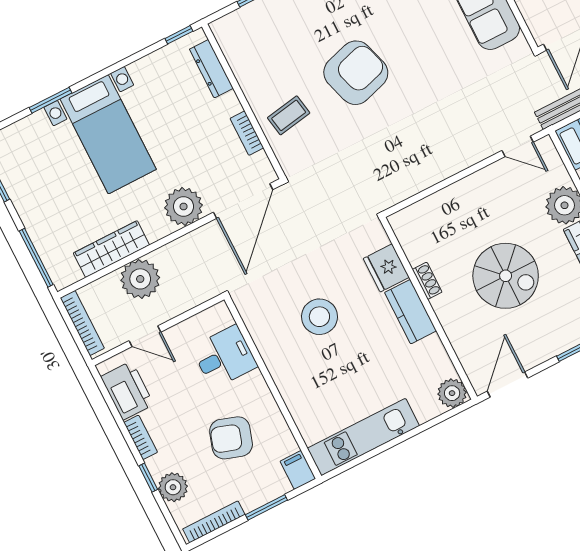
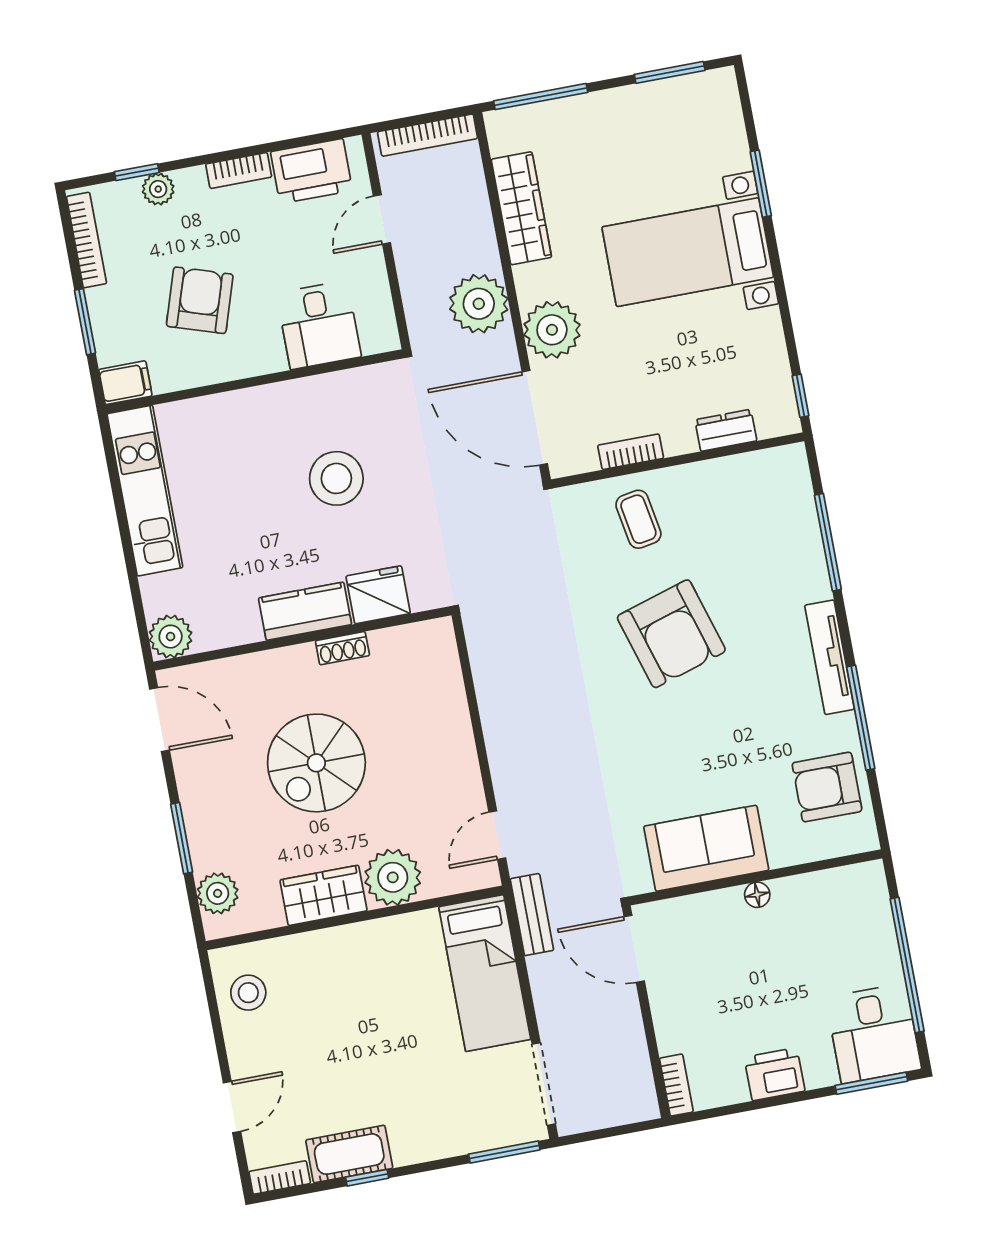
dresser: (211, 69) -> (726, 430), width x0.70
plant: (140, 279) -> (479, 304), moved
window: (148, 478) -> (137, 172), moved
plant: (173, 487) -> (158, 189), width x0.73, depth x0.73

